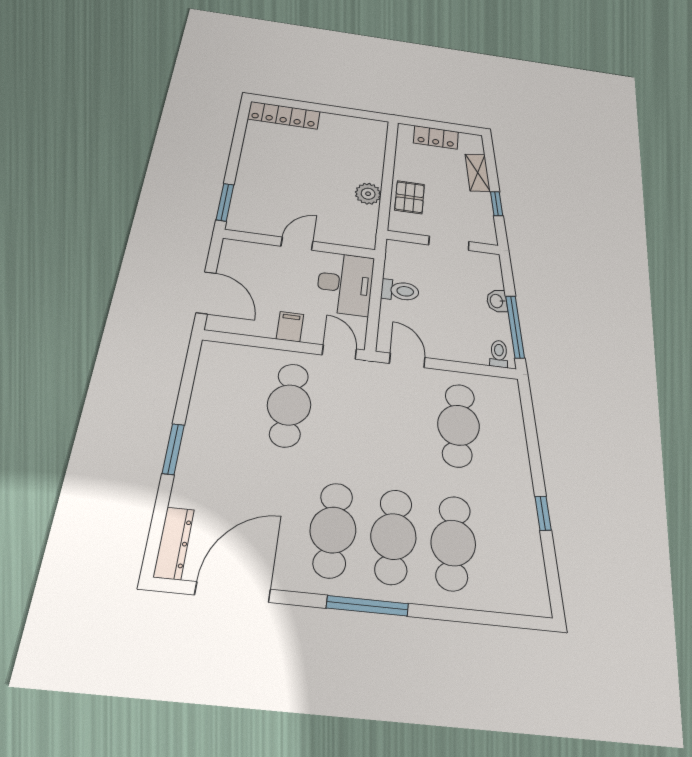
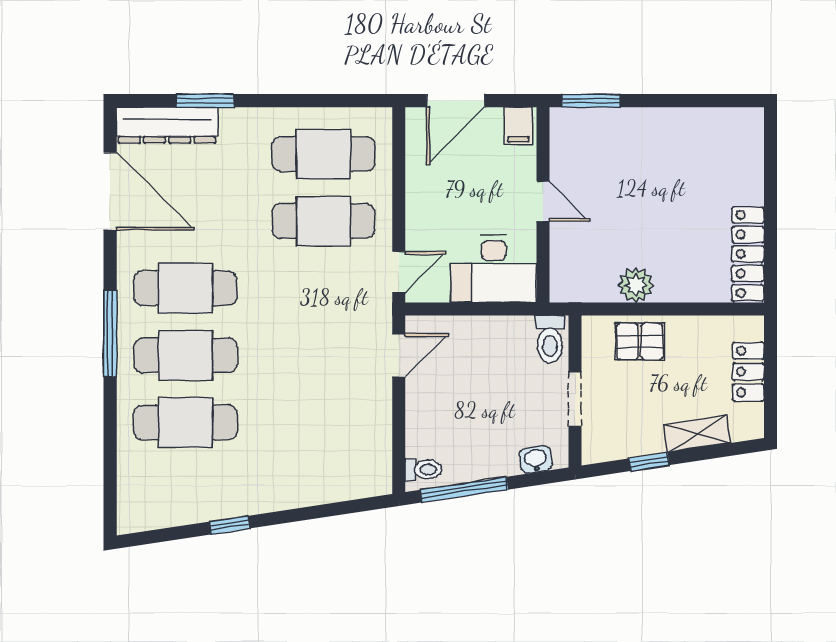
locker: (284, 115) -> (748, 254), moved
toilet: (400, 291) -> (550, 339), moved
washbasin: (497, 301) -> (536, 460), moved
filing cabinet: (290, 327) -> (518, 126), moved, turned 90
cafe table: (459, 425) -> (323, 154), moved
window: (173, 449) -> (205, 101), moved
dresser: (174, 543) -> (167, 125), width x1.37, depth x1.24

